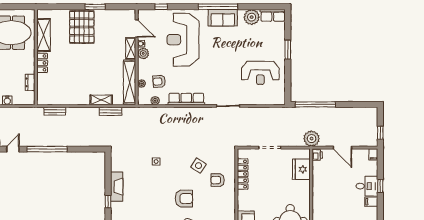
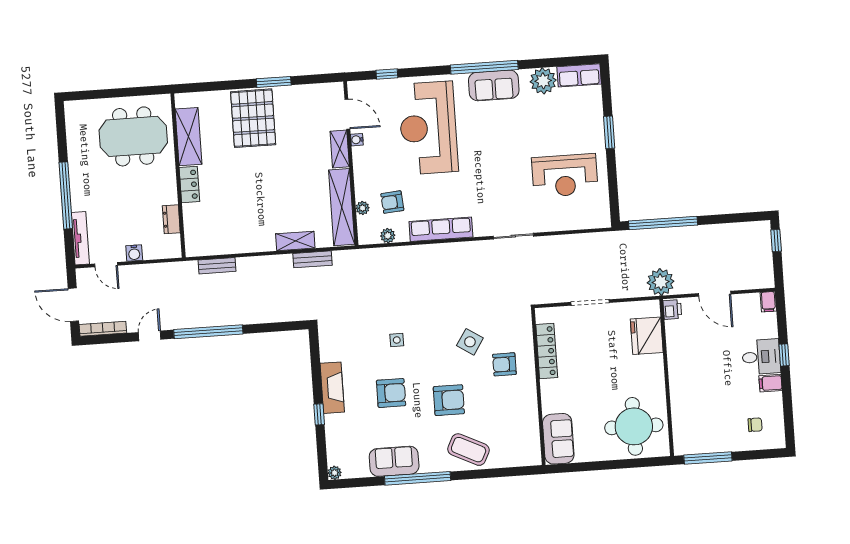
plant: (143, 53) -> (362, 156), removed
window: (380, 133) -> (776, 241), moved
armchair: (151, 192) -> (391, 393), added

